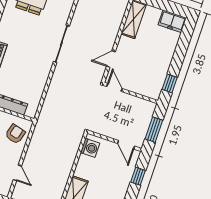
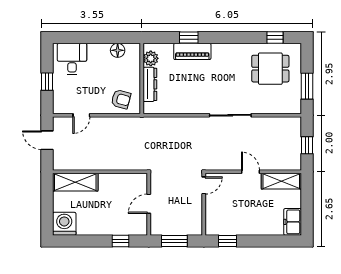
door: (111, 59) -> (250, 172), moved
door: (126, 145) -> (149, 204), moved
washing machine: (90, 148) -> (133, 181), removed

